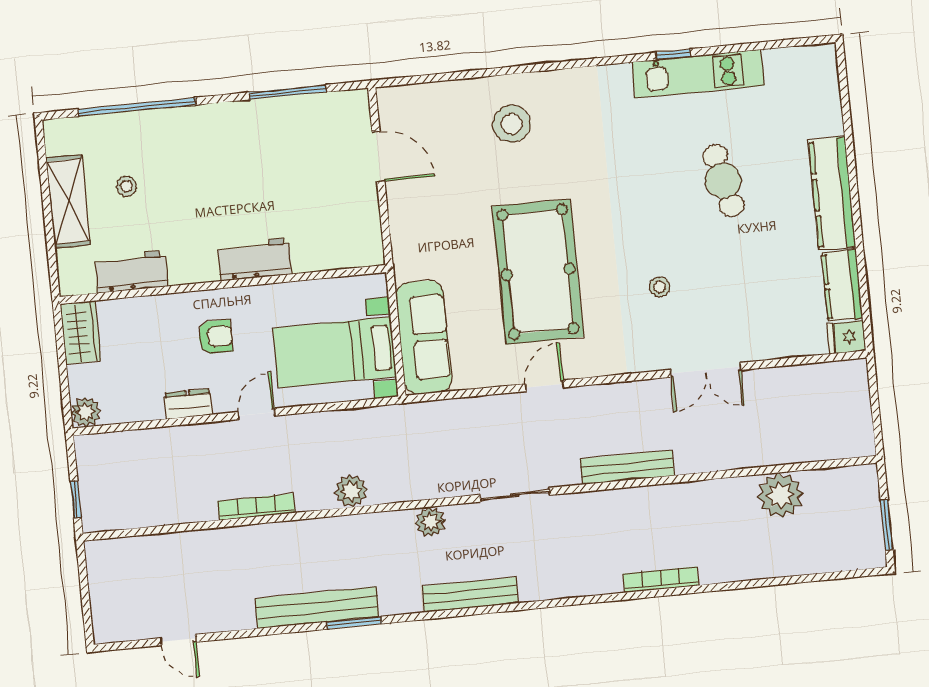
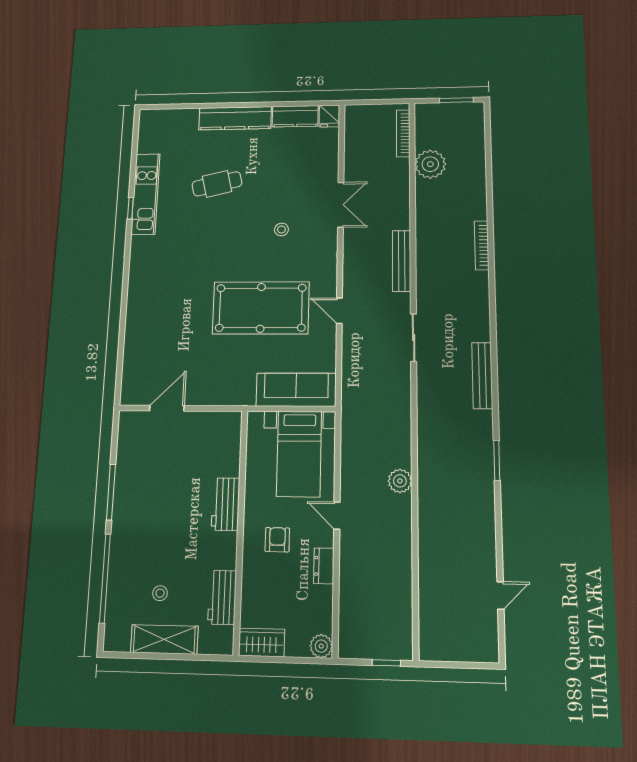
window: (288, 92) -> (111, 492), moved
stool: (512, 124) -> (159, 316), removed
plant: (351, 491) -> (400, 481), moved
bookcase: (256, 507) -> (403, 133), moved
plant: (430, 522) -> (427, 398), removed
bench: (317, 608) -> (483, 487), removed

